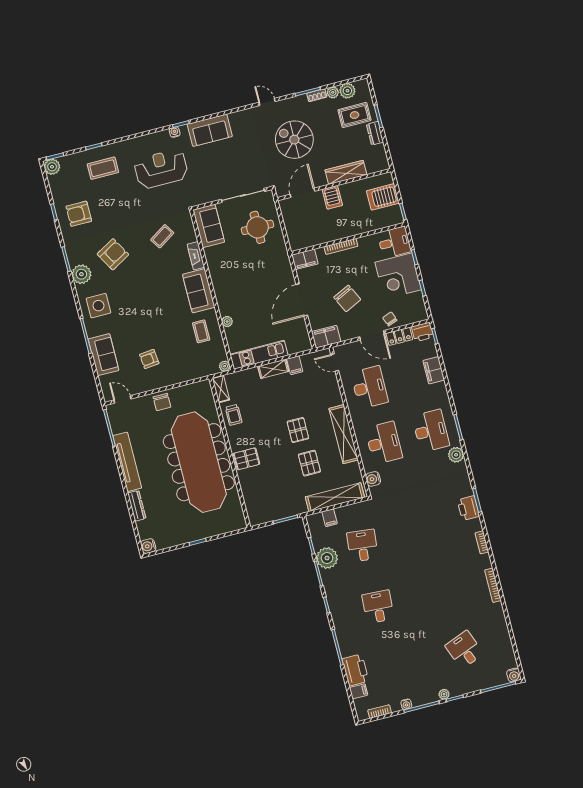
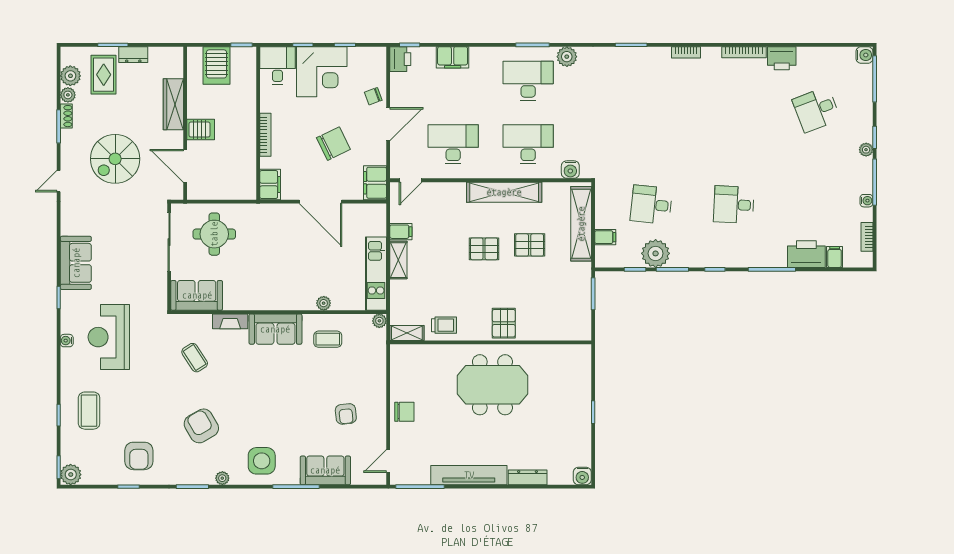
water cooler: (175, 132) -> (67, 341), moved
plant: (81, 274) -> (222, 478), width x0.53, depth x0.53
locker: (399, 336) -> (398, 90), removed
meeting table: (199, 462) -> (492, 385), width x0.54, depth x0.79
printer: (468, 508) -> (782, 58), moved

